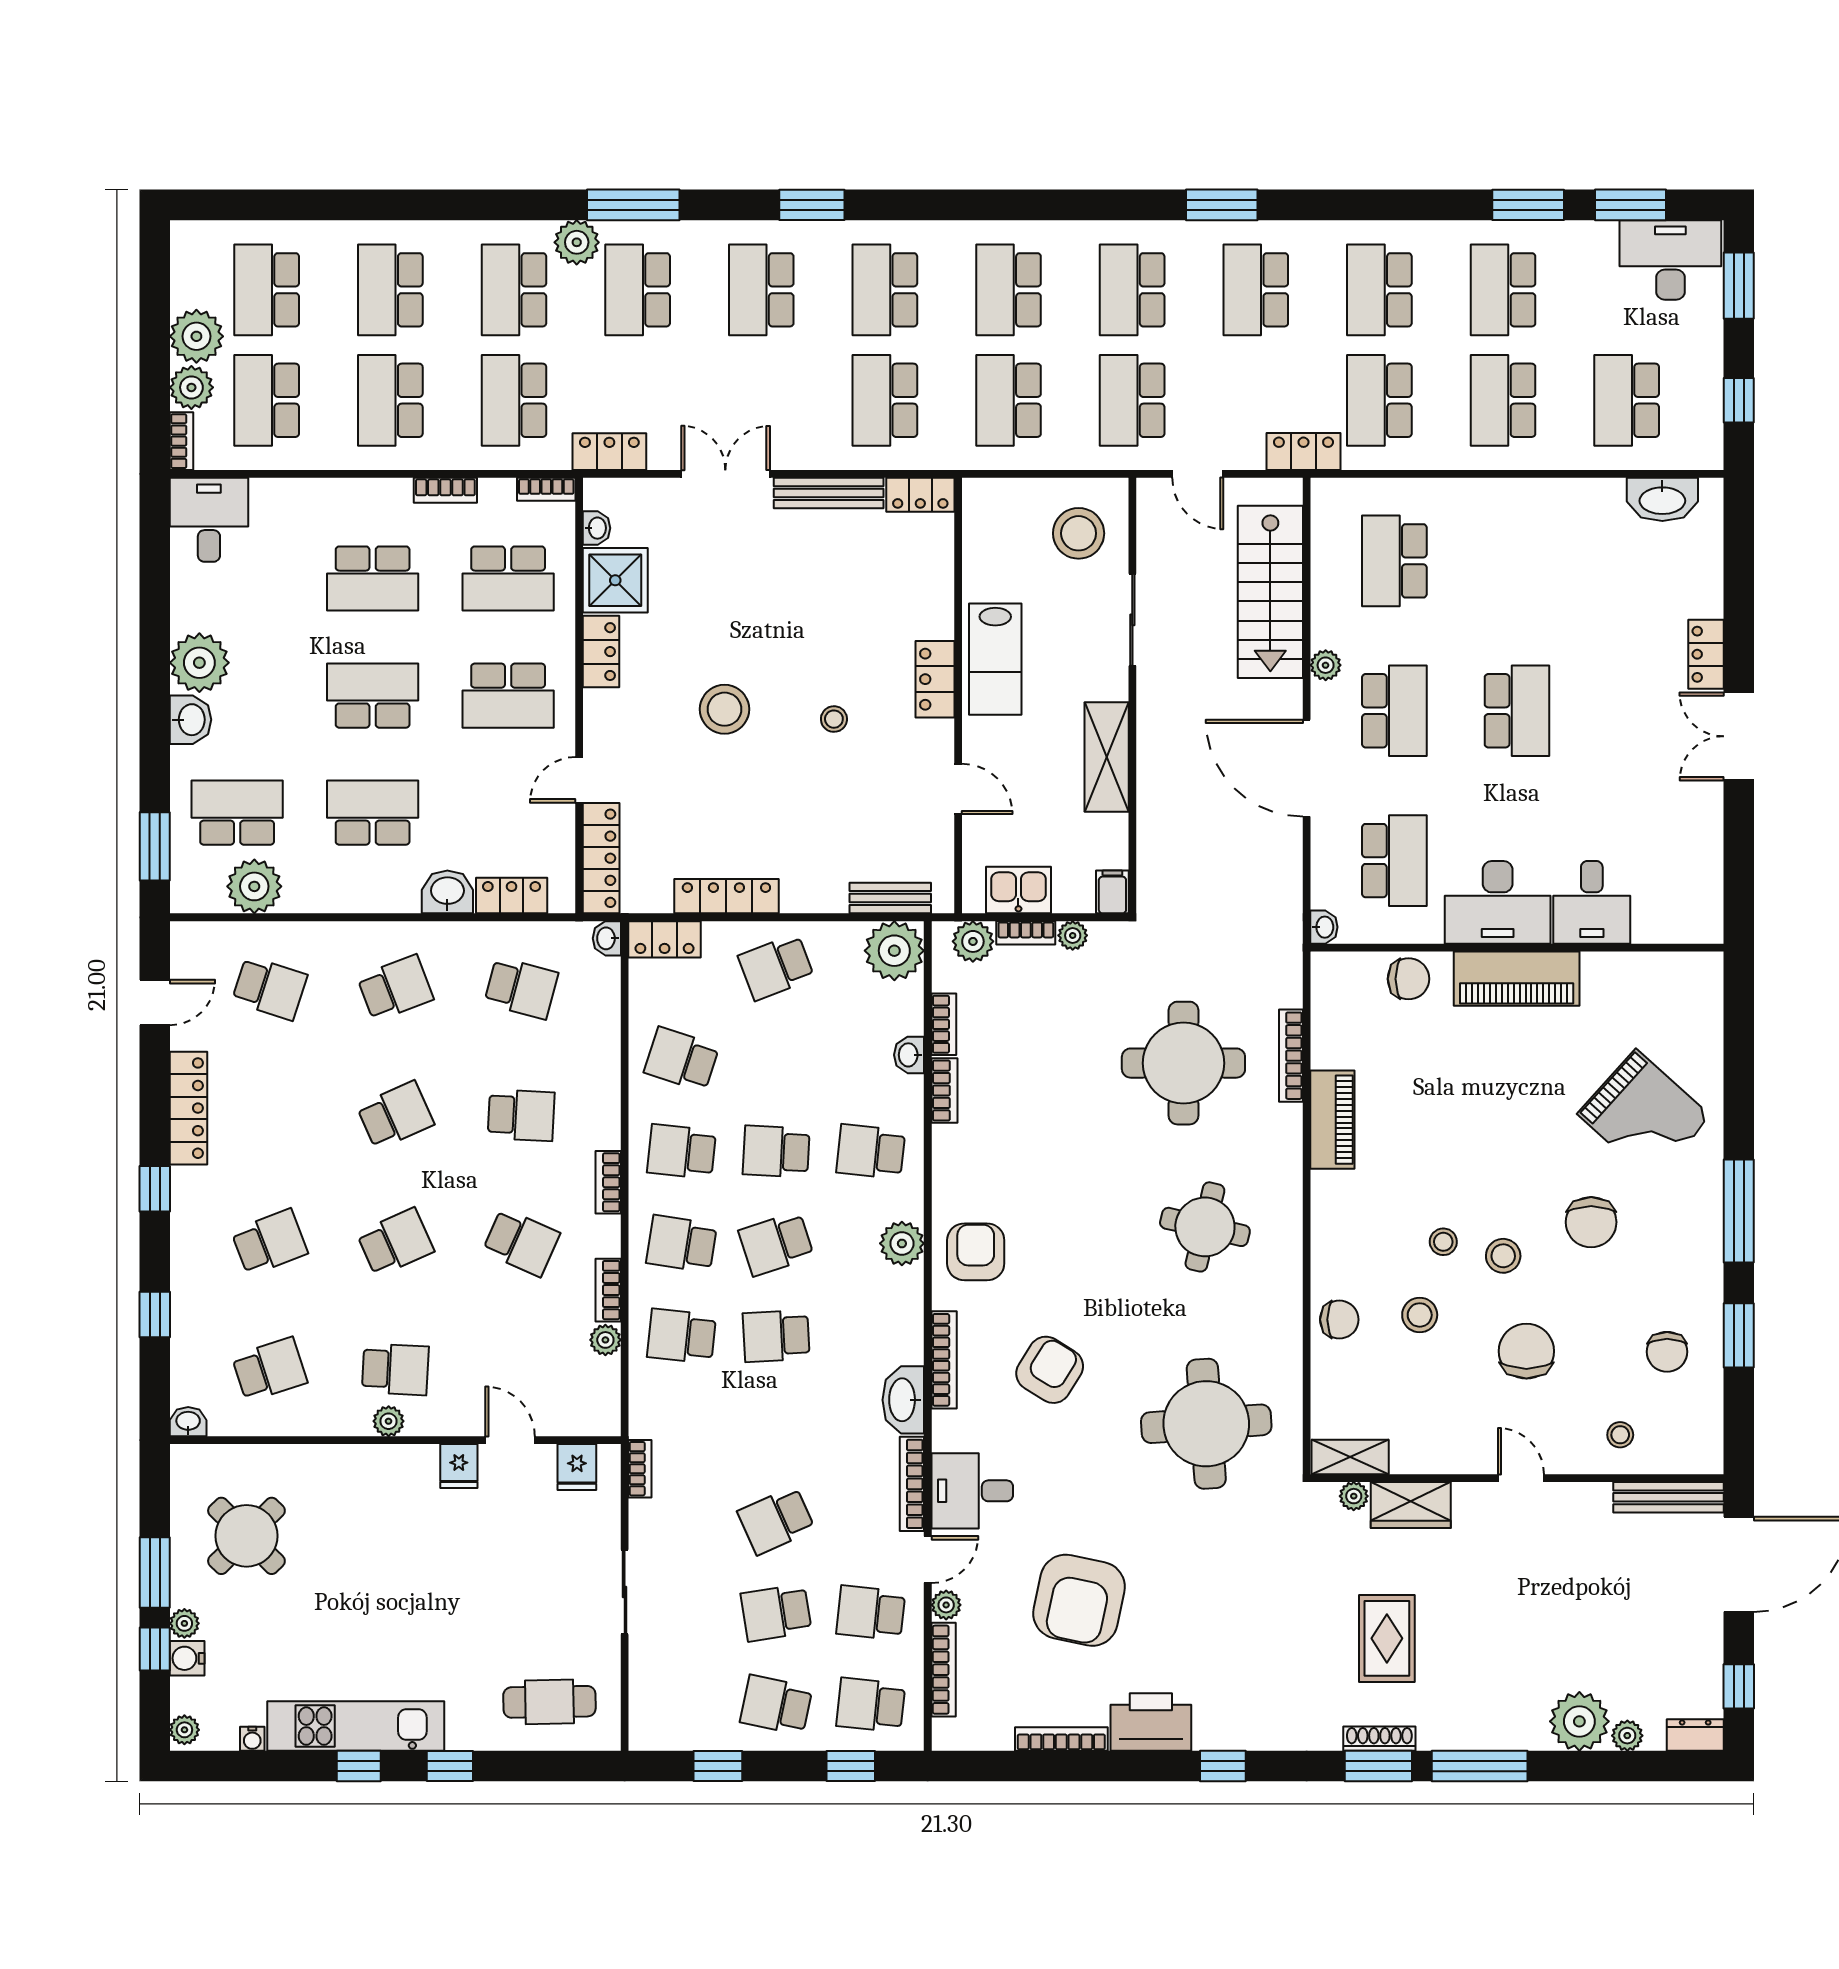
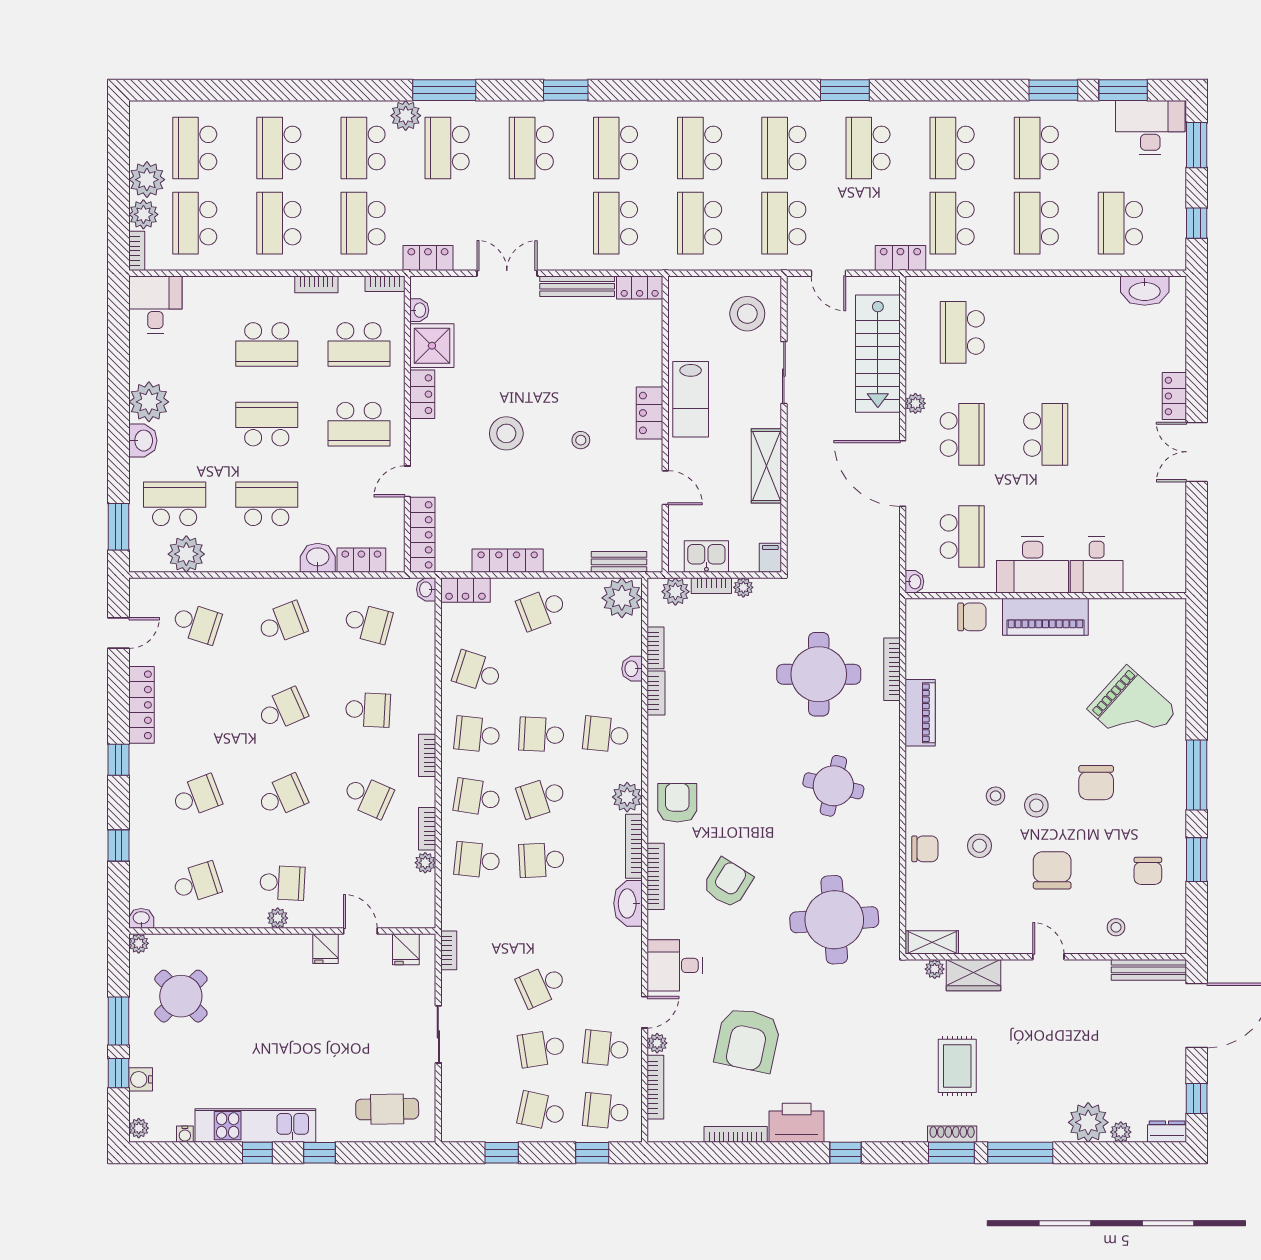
bookcase: (912, 1484) -> (634, 846), moved
plant: (184, 1623) -> (139, 943), moved

